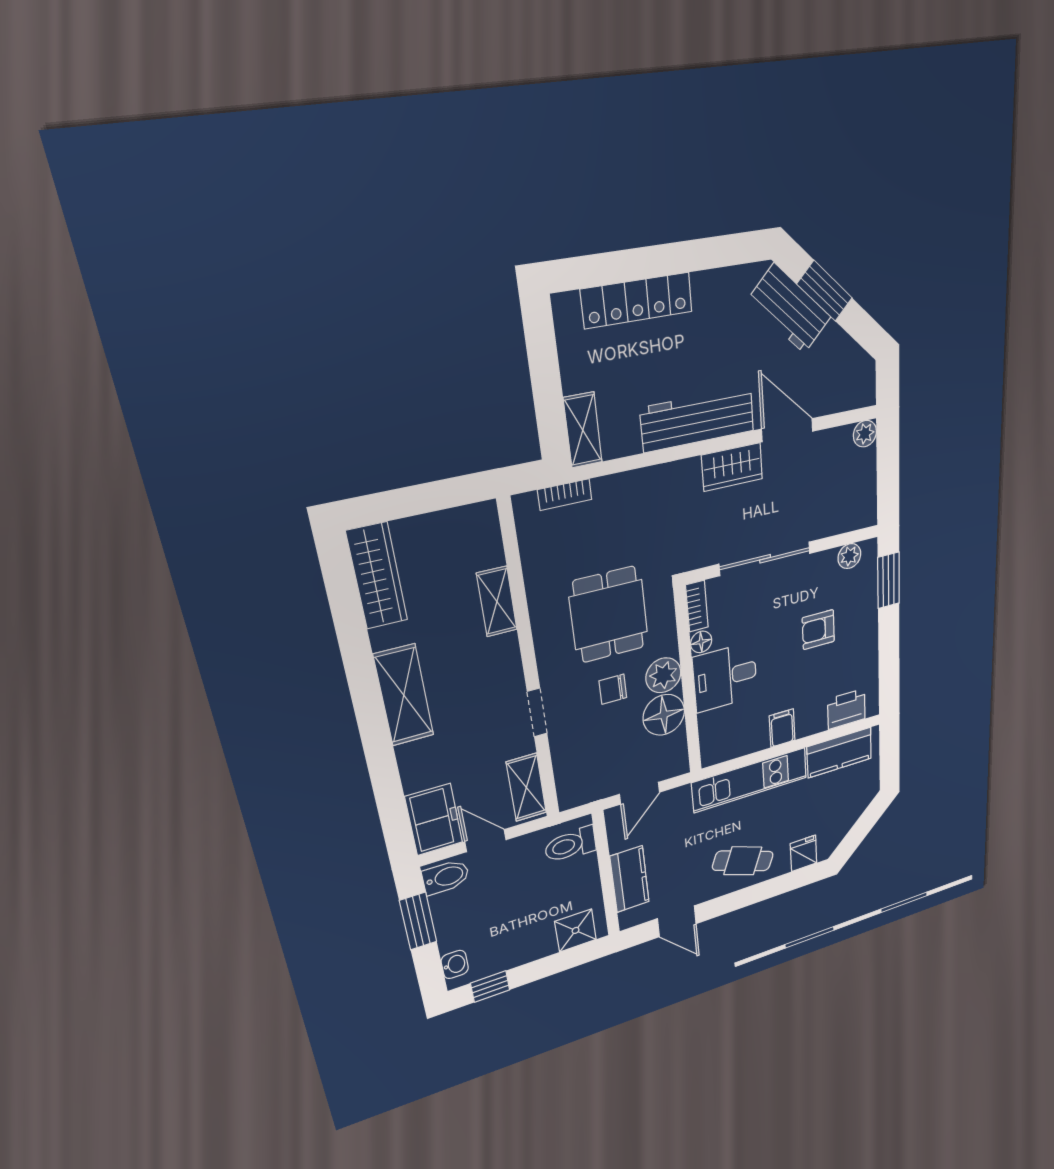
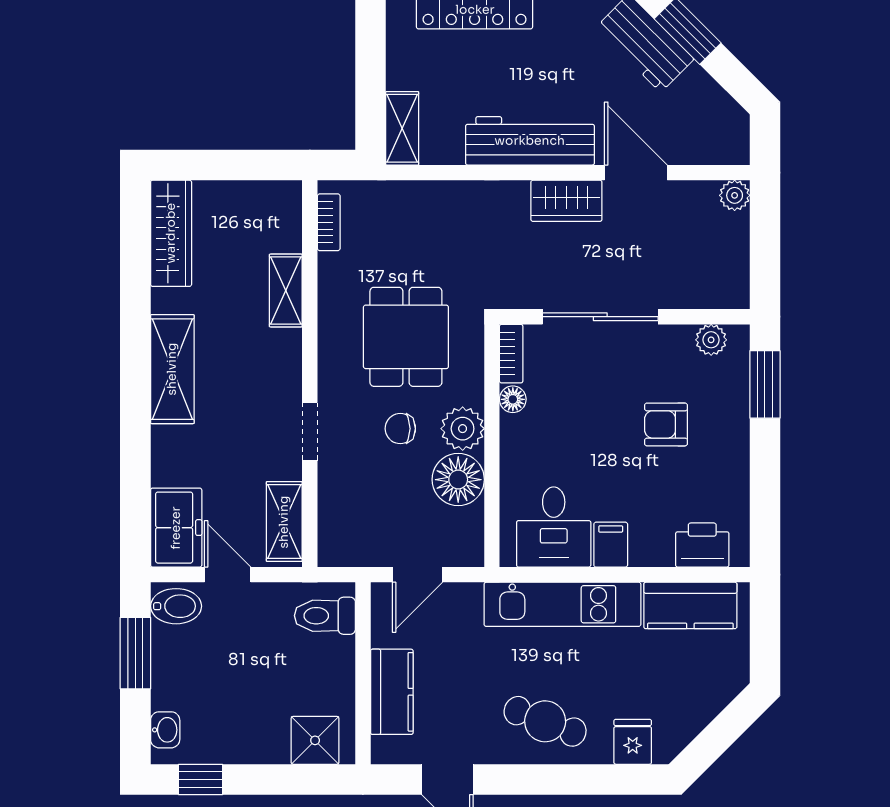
bookcase: (565, 495) -> (329, 222), moved, turned -90
desk: (725, 677) -> (554, 527), moved, turned -90

